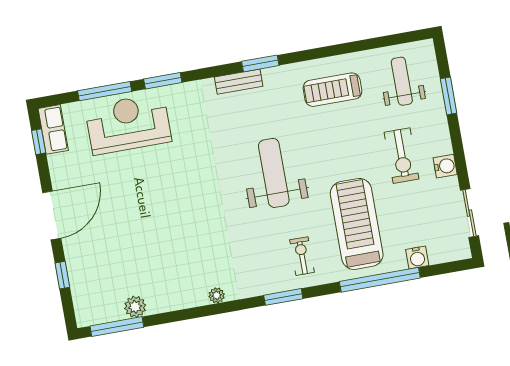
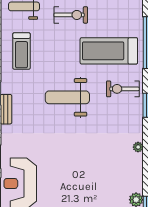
exercise bike: (302, 256) -> (123, 89), width x1.38, depth x1.39
water cooler: (417, 257) -> (137, 16), removed

